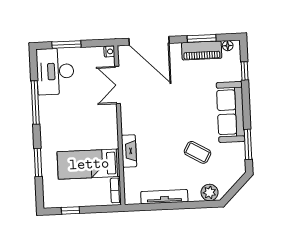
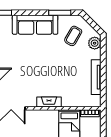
fireplace: (129, 151) -> (49, 102), moved
coffee table: (197, 152) -> (73, 36), moved

